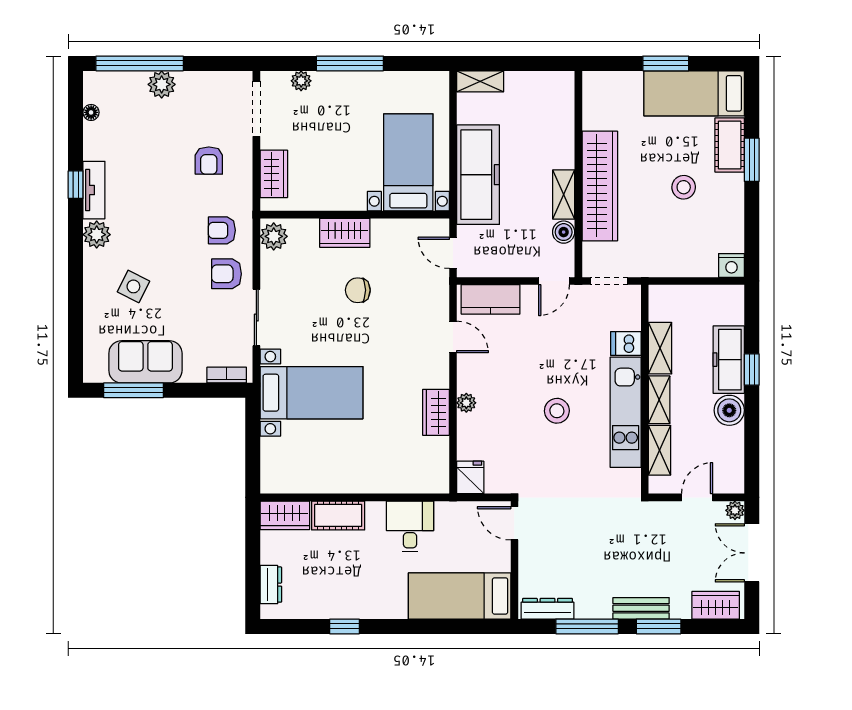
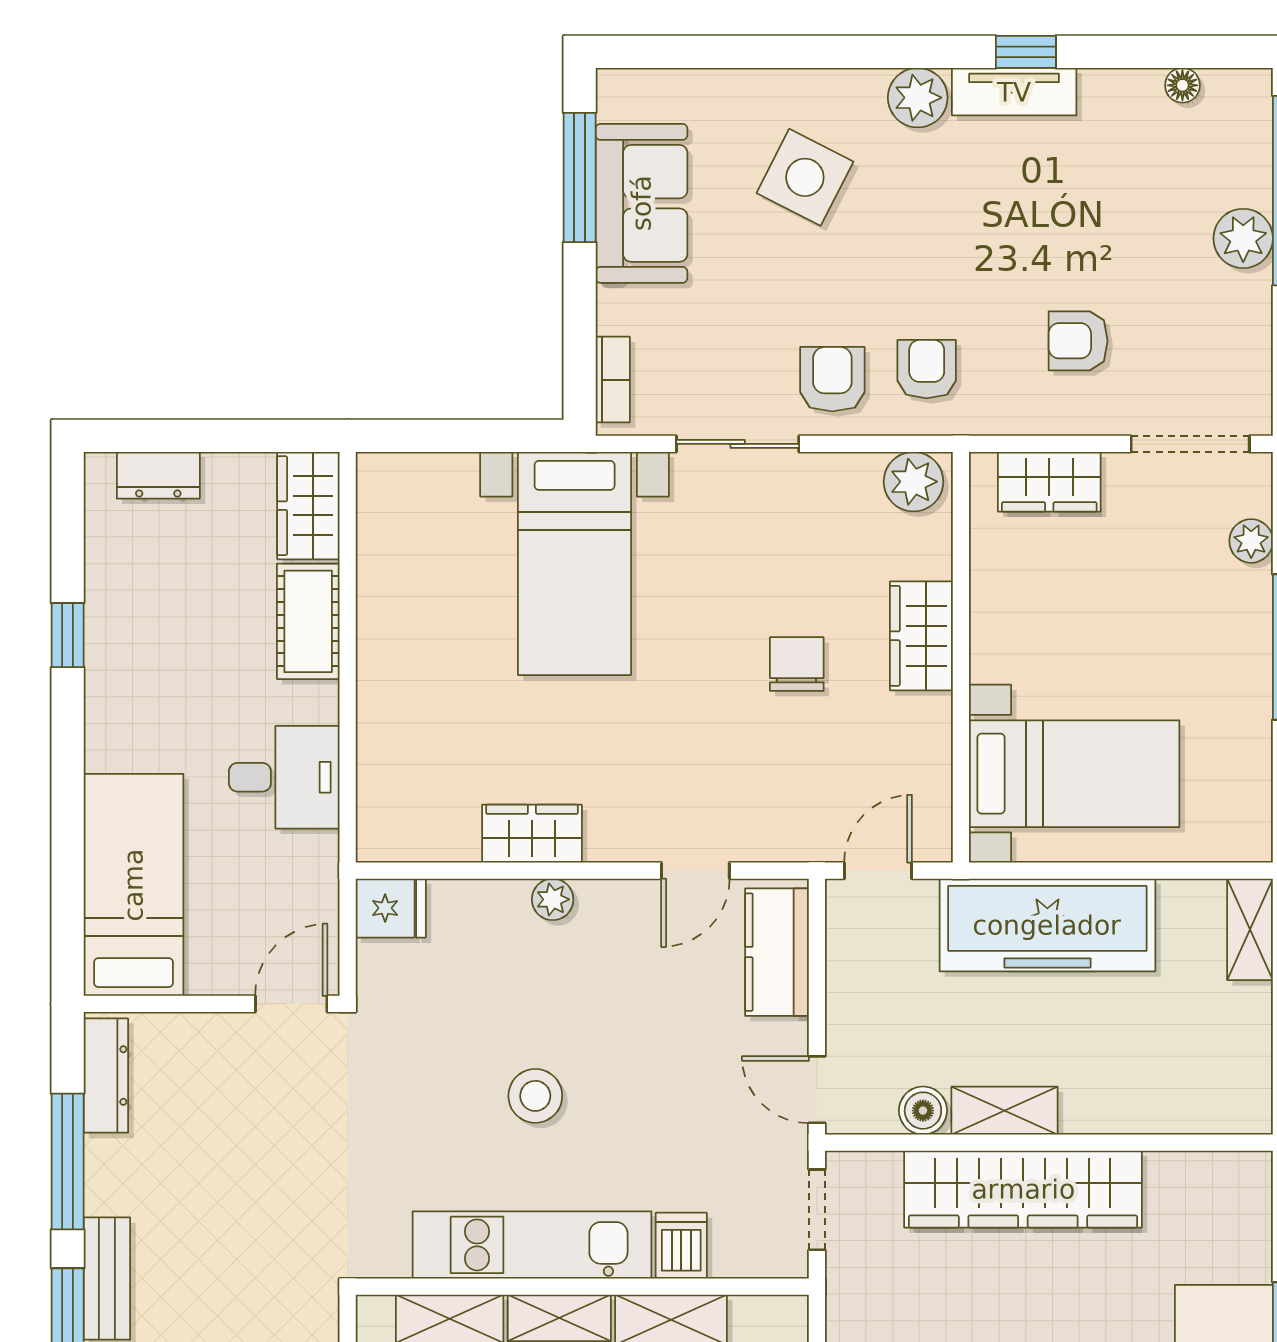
side table: (133, 286) -> (805, 177), width x1.37, depth x1.37

